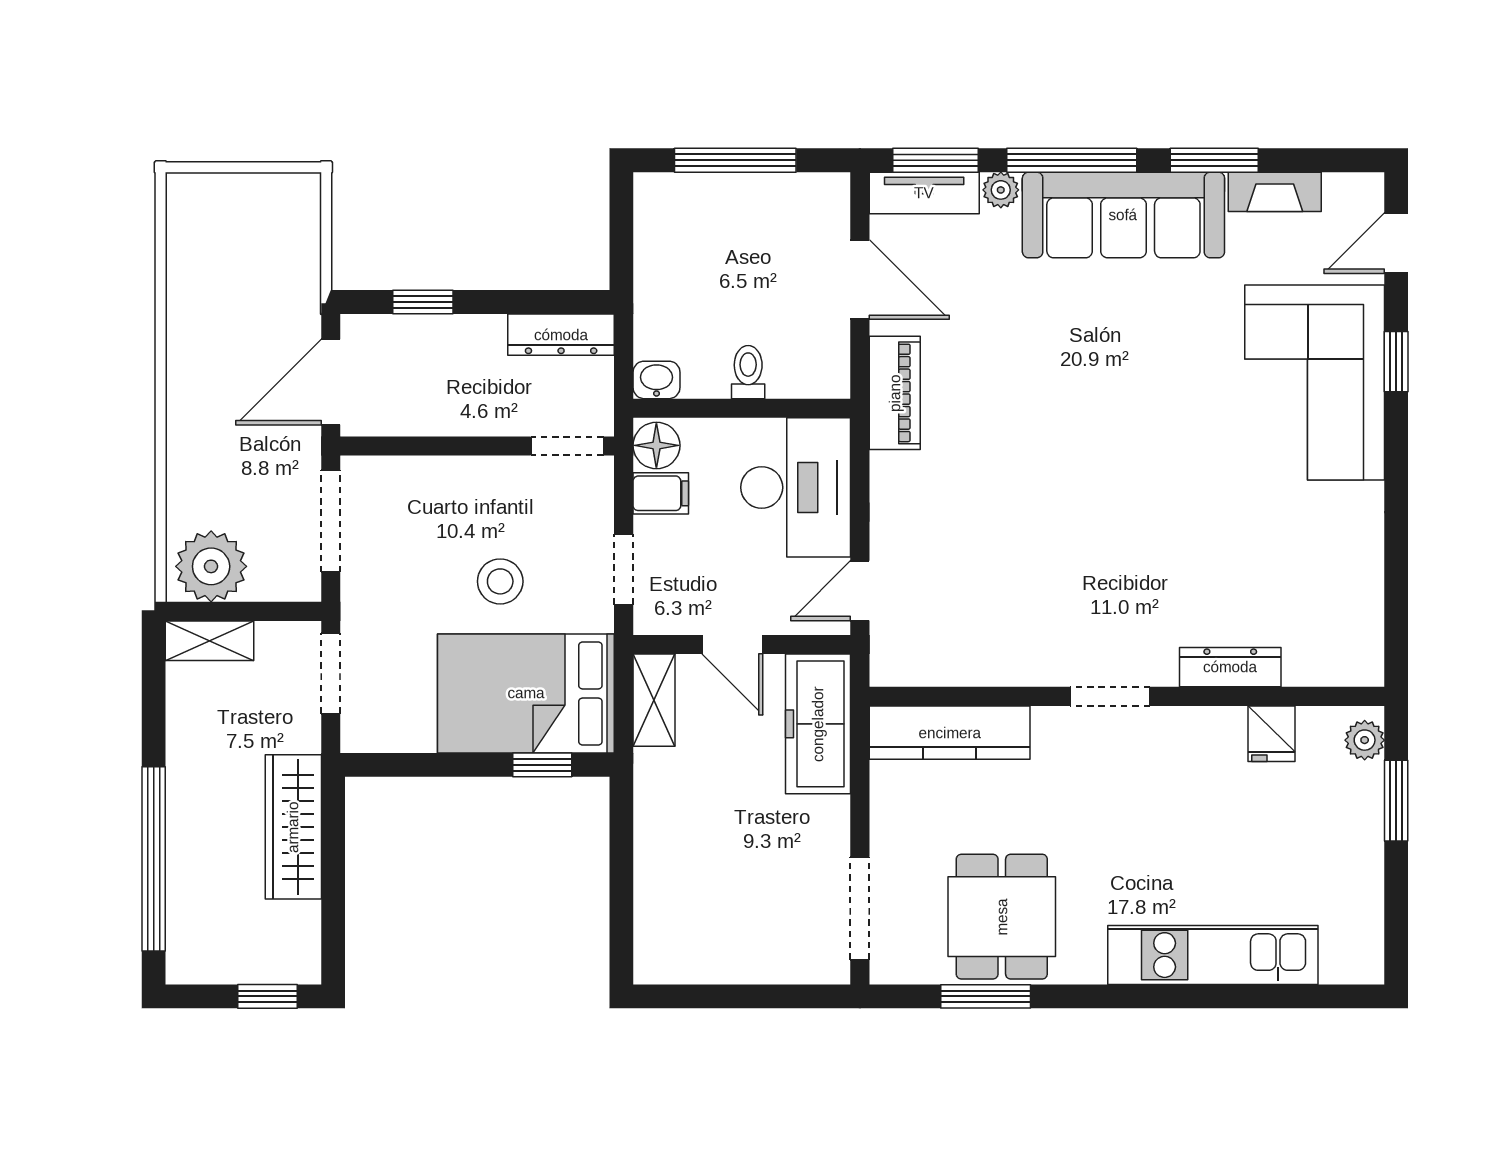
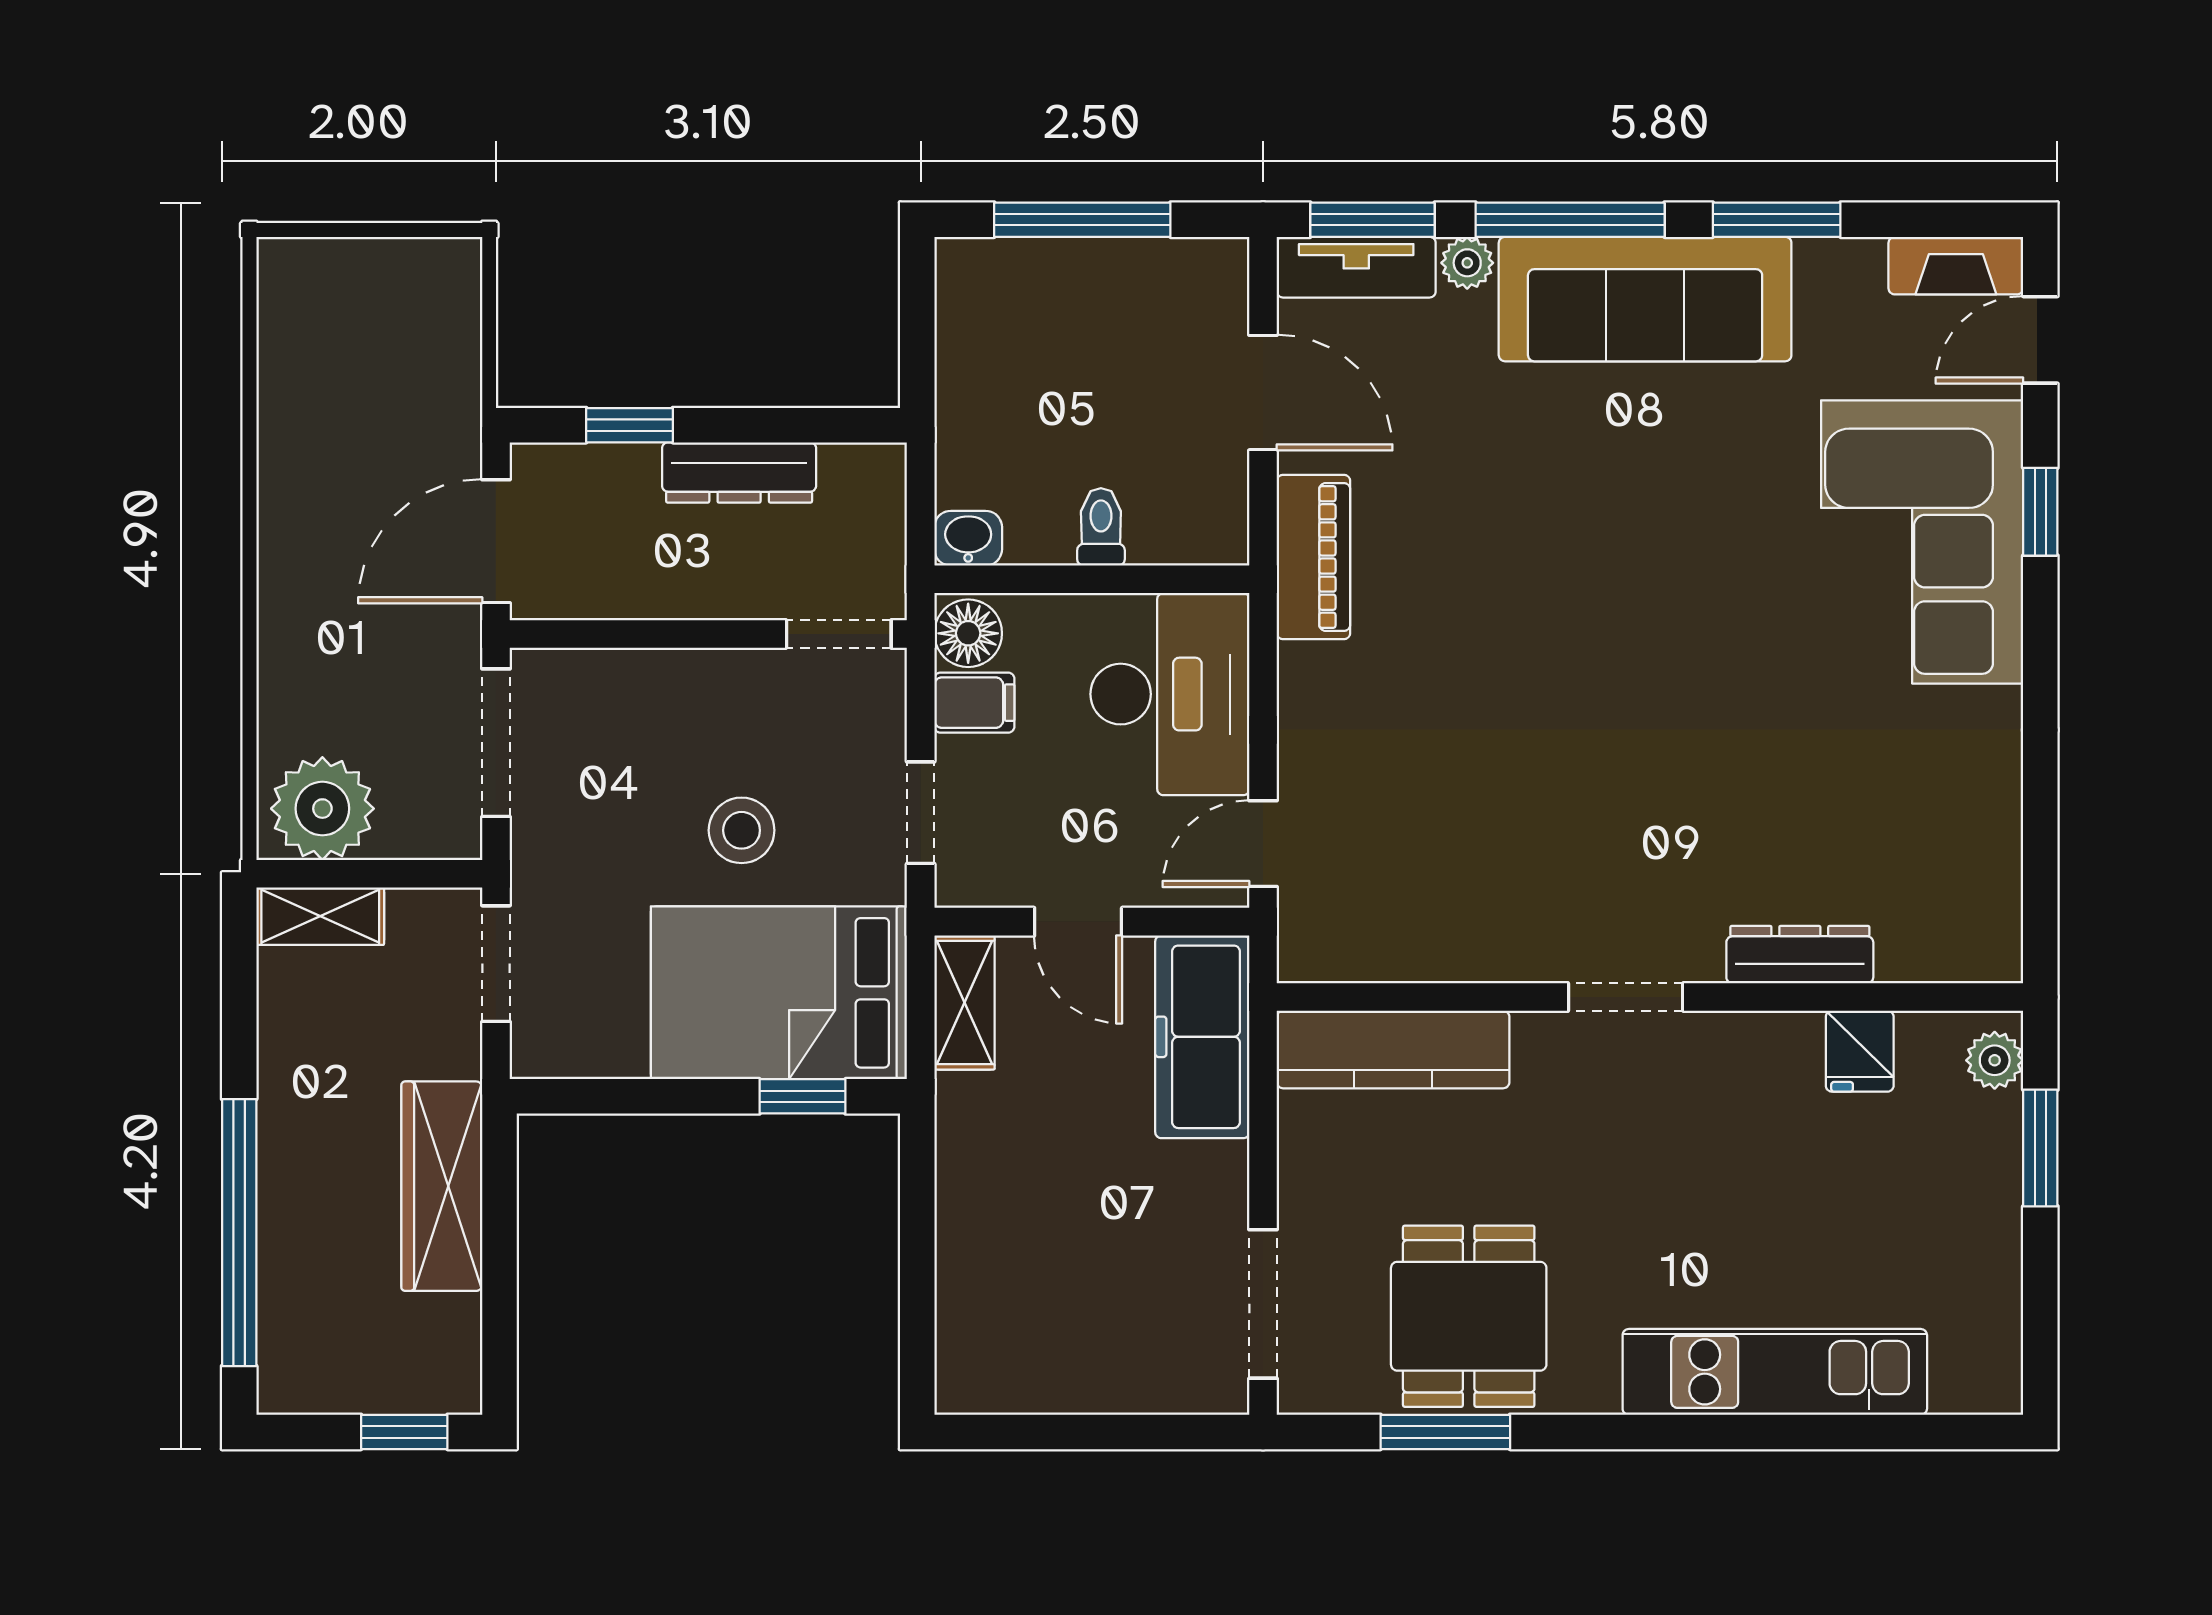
fireplace: (1275, 192) -> (1956, 266), moved
dresser: (561, 335) -> (739, 472), moved

